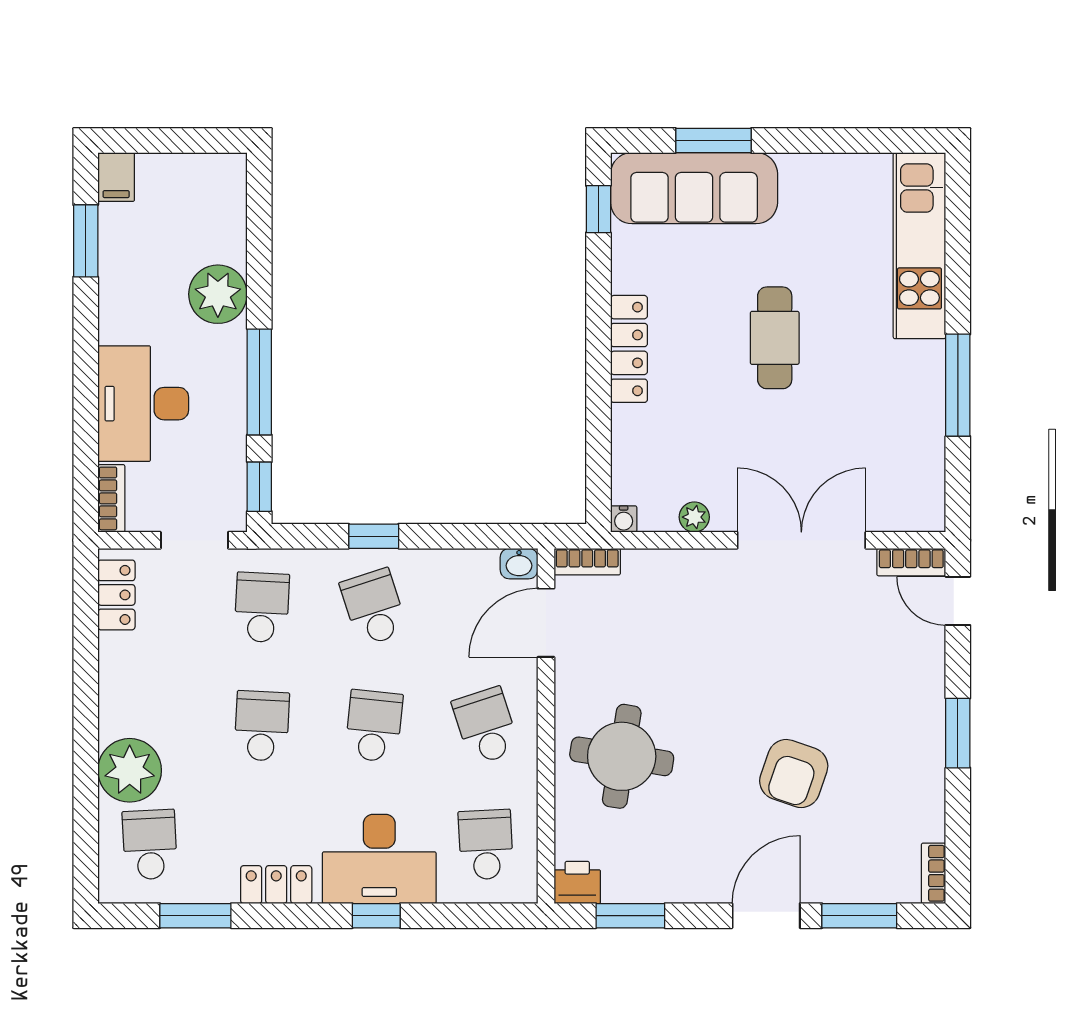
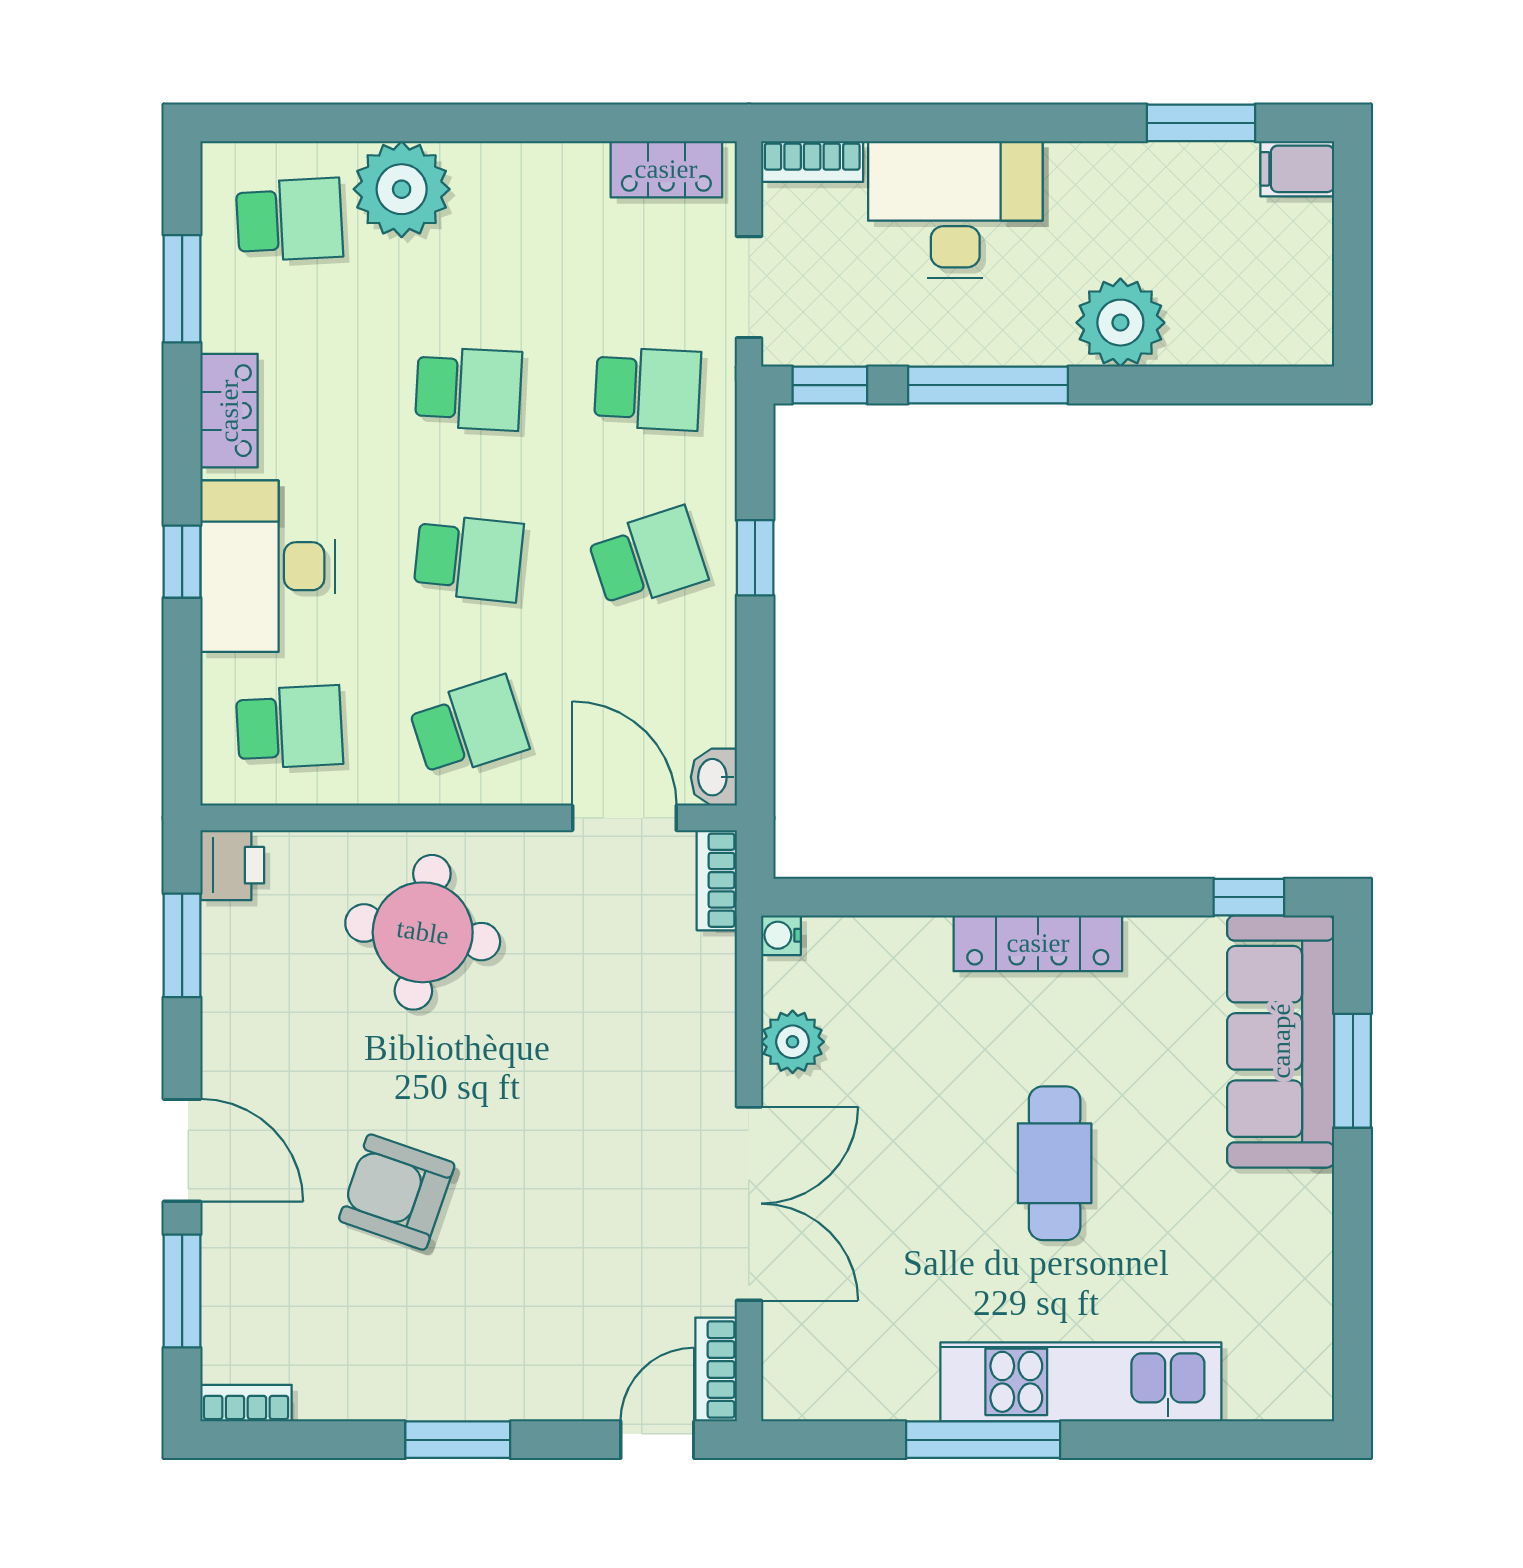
kitchen unit: (919, 246) -> (1081, 1382), moved
cafe table: (775, 338) -> (1055, 1163), turned 90
plant: (694, 517) -> (793, 1042), width x1.38, depth x1.38

